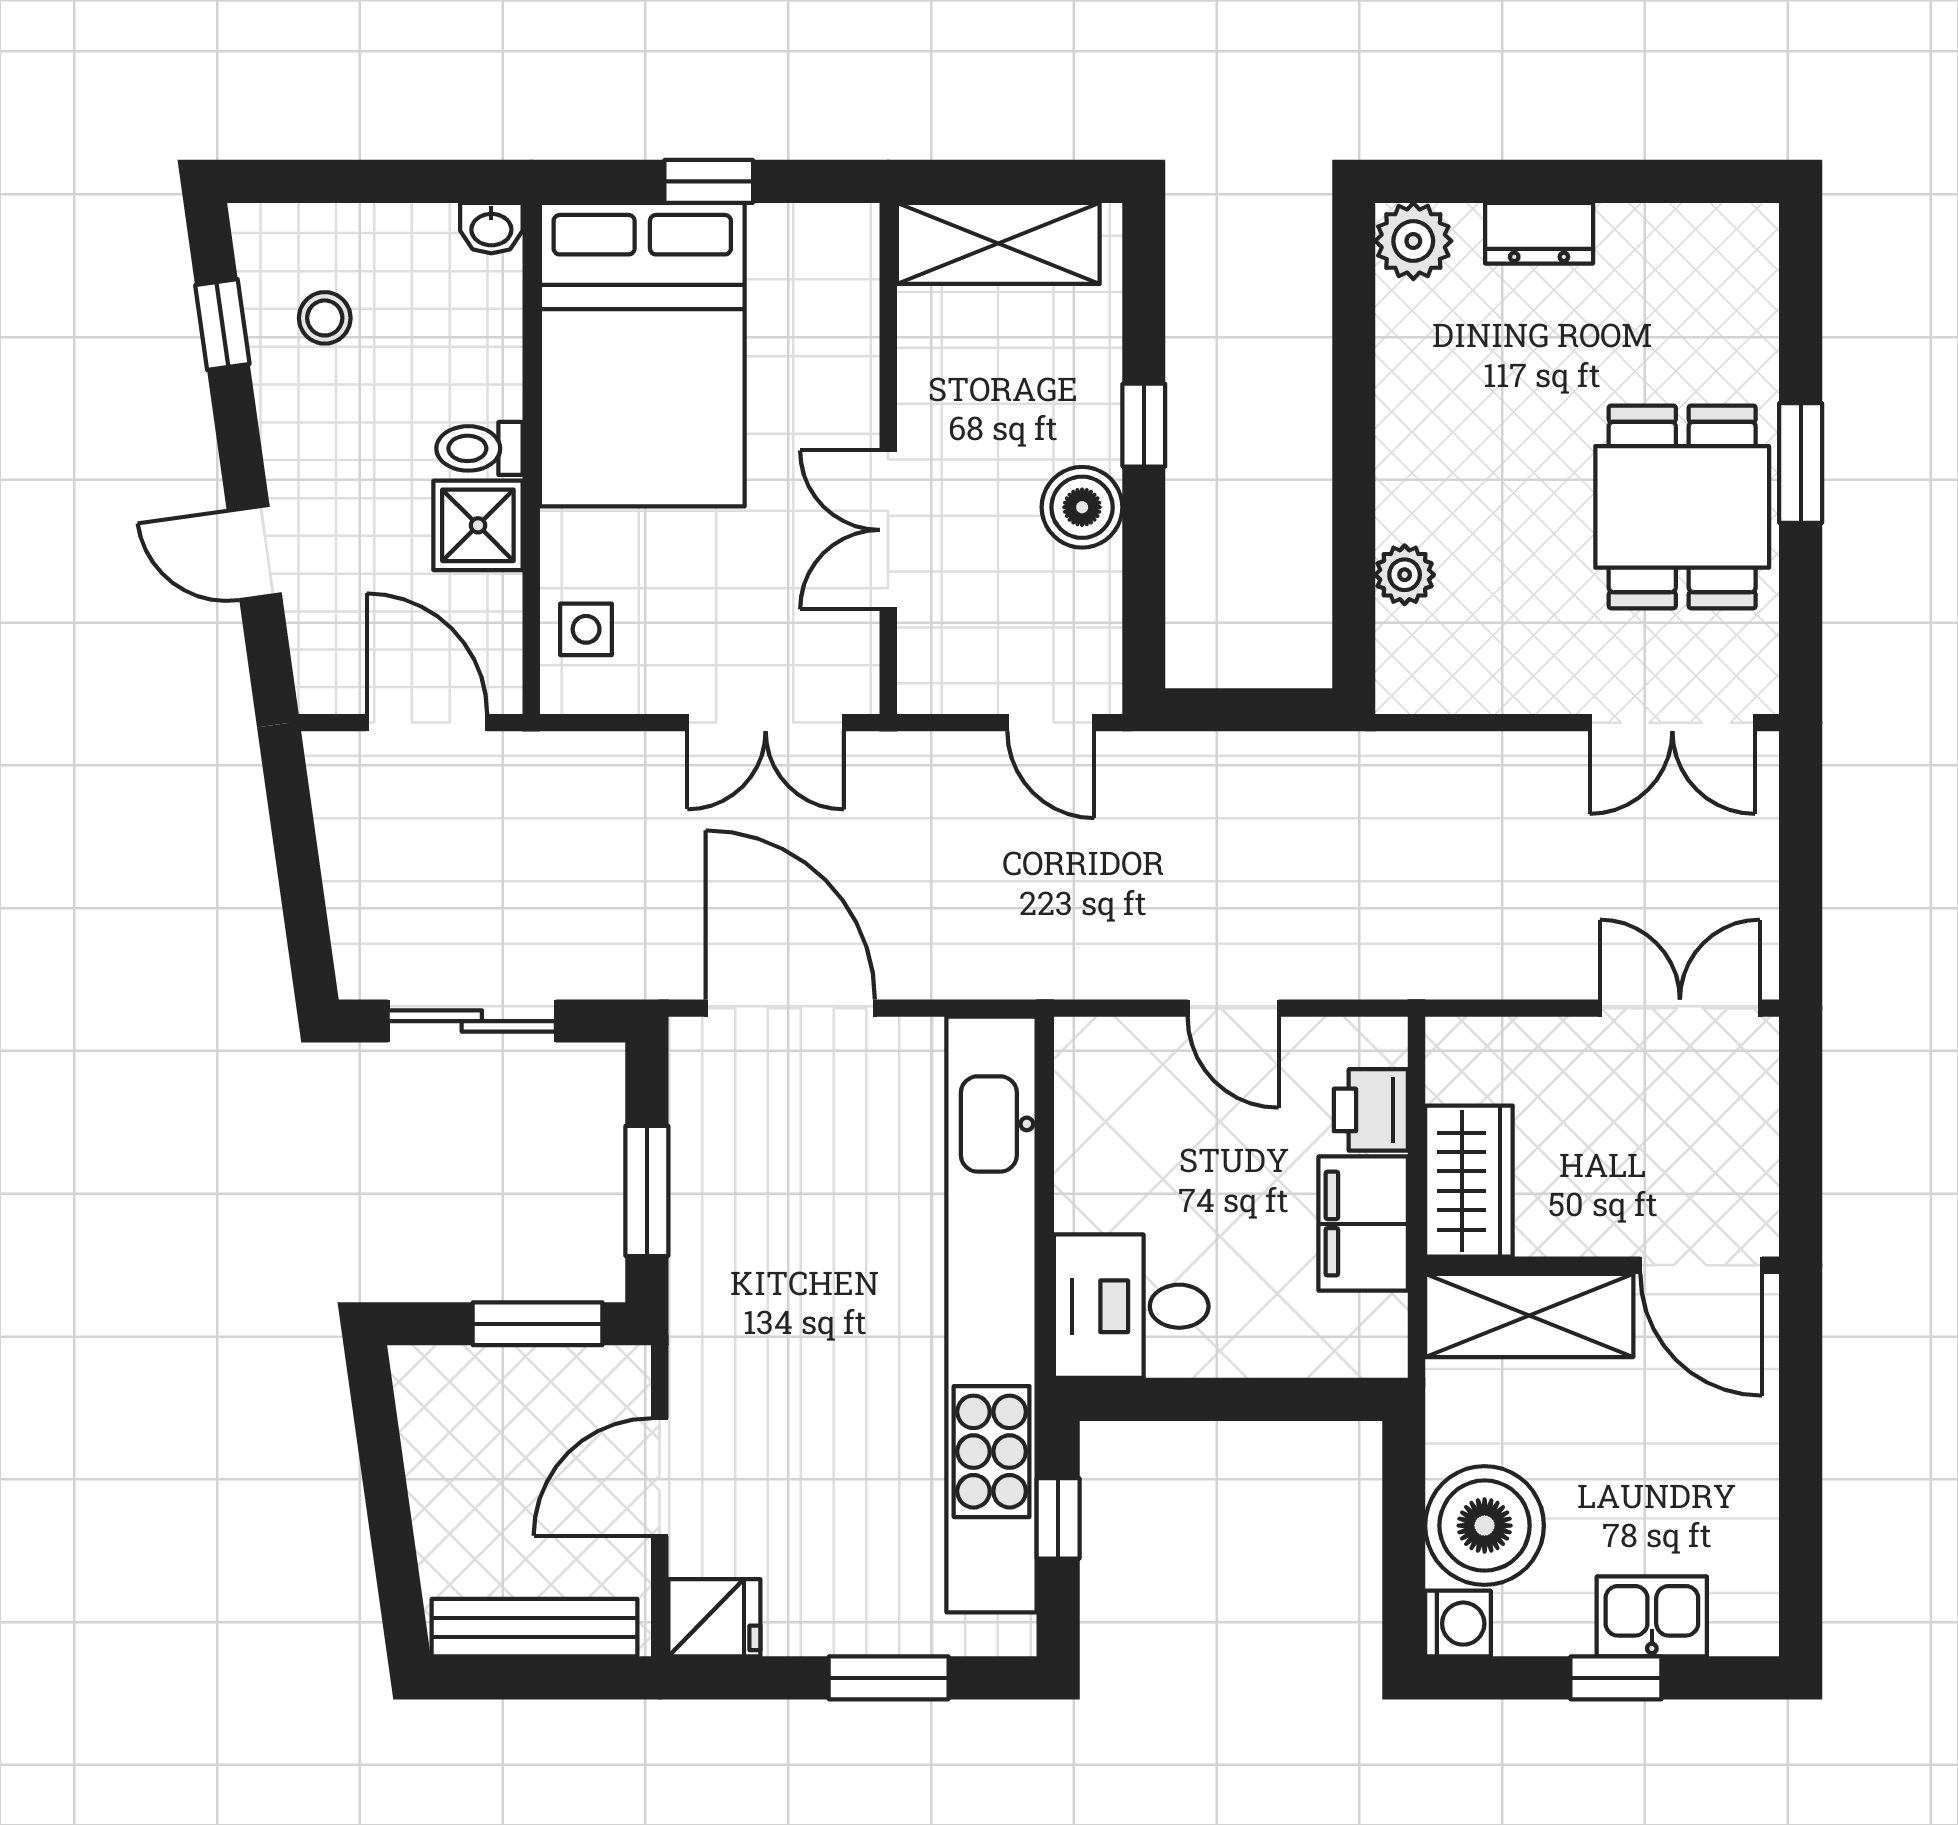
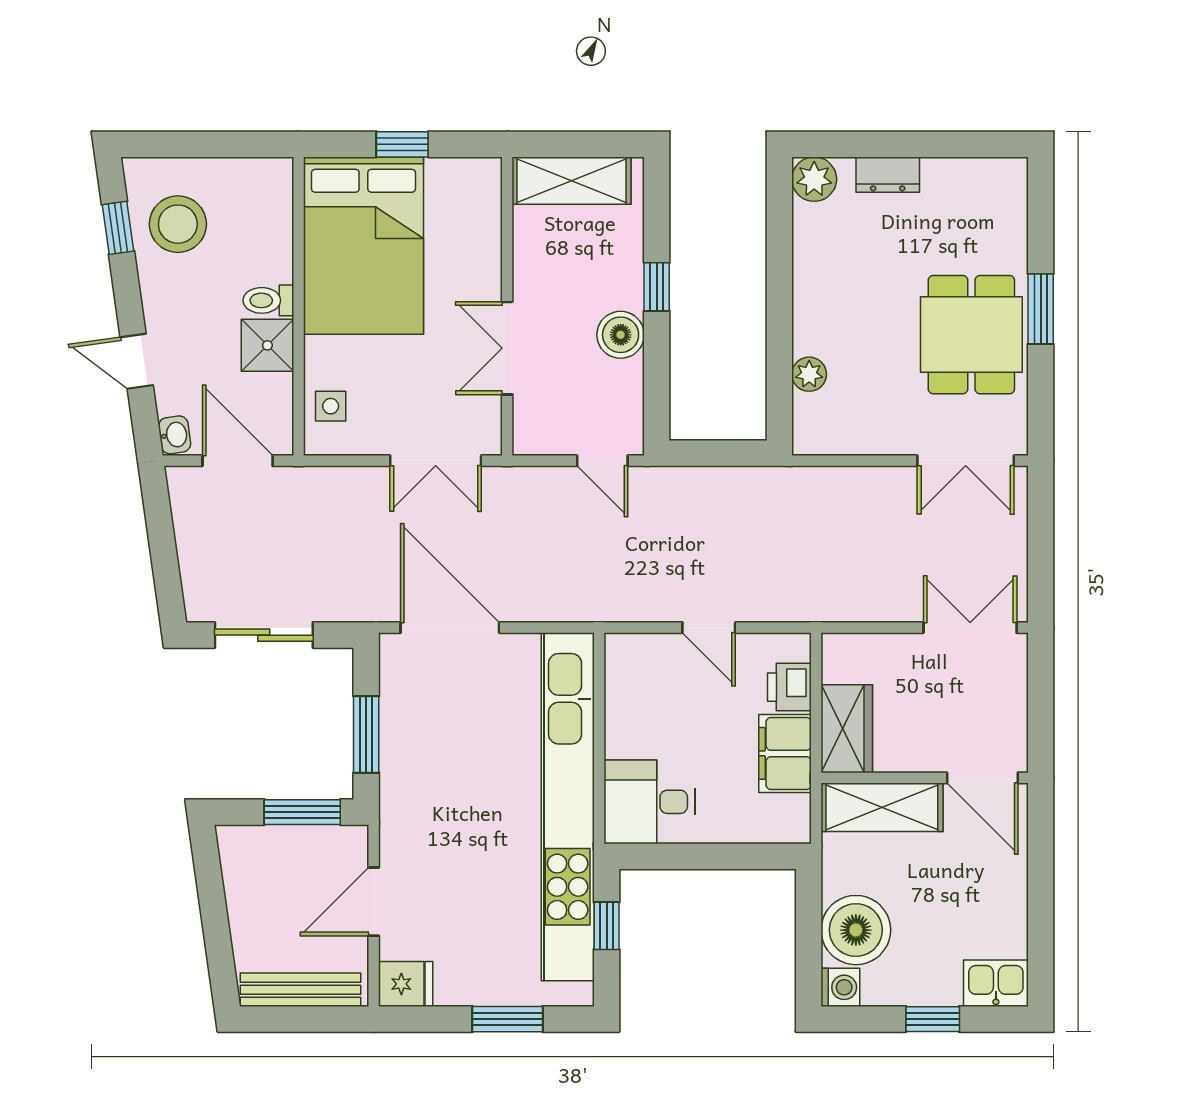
washbasin: (491, 228) -> (175, 435), moved, turned -98
stool: (325, 318) -> (178, 224), width x1.89, depth x1.89
kitchen sink: (1652, 1616) -> (996, 983), moved

